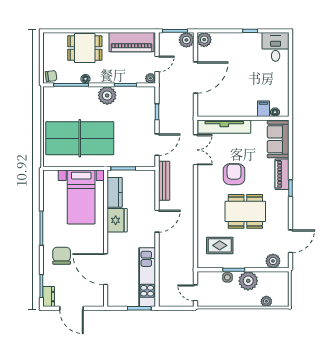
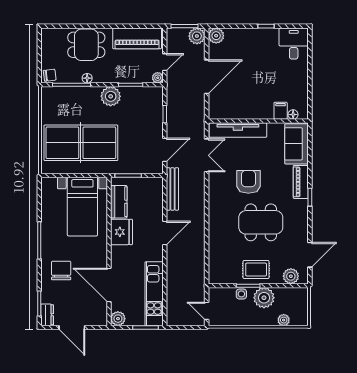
rug: (220, 245) -> (256, 270), moved
plant: (114, 300) -> (118, 319), added

